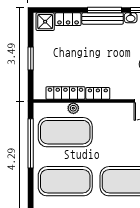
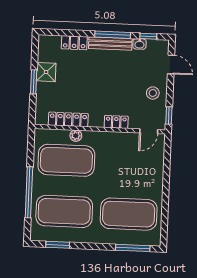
shower: (45, 22) -> (46, 72), moved
locker: (98, 93) -> (116, 122), moved
window: (31, 143) -> (29, 192), moved

